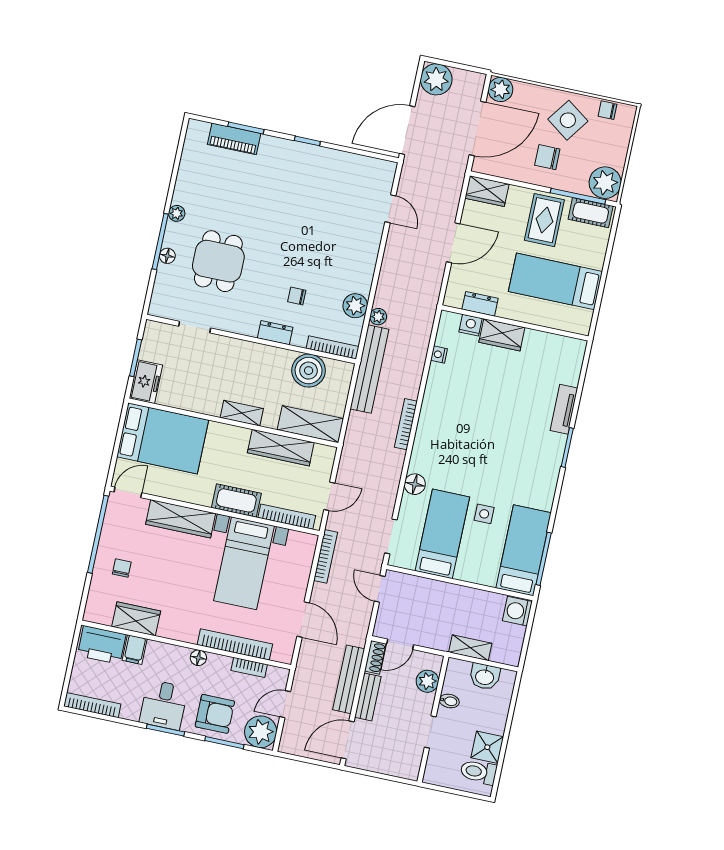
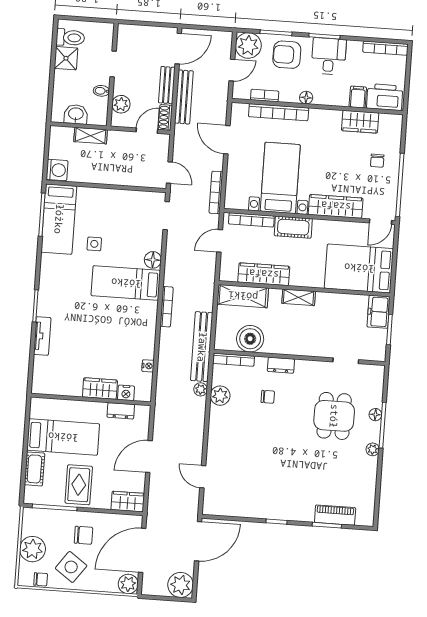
plant: (605, 183) -> (33, 549), moved
cot: (591, 213) -> (34, 469), moved, turned 90
bed: (442, 534) -> (126, 283), moved, turned 90

